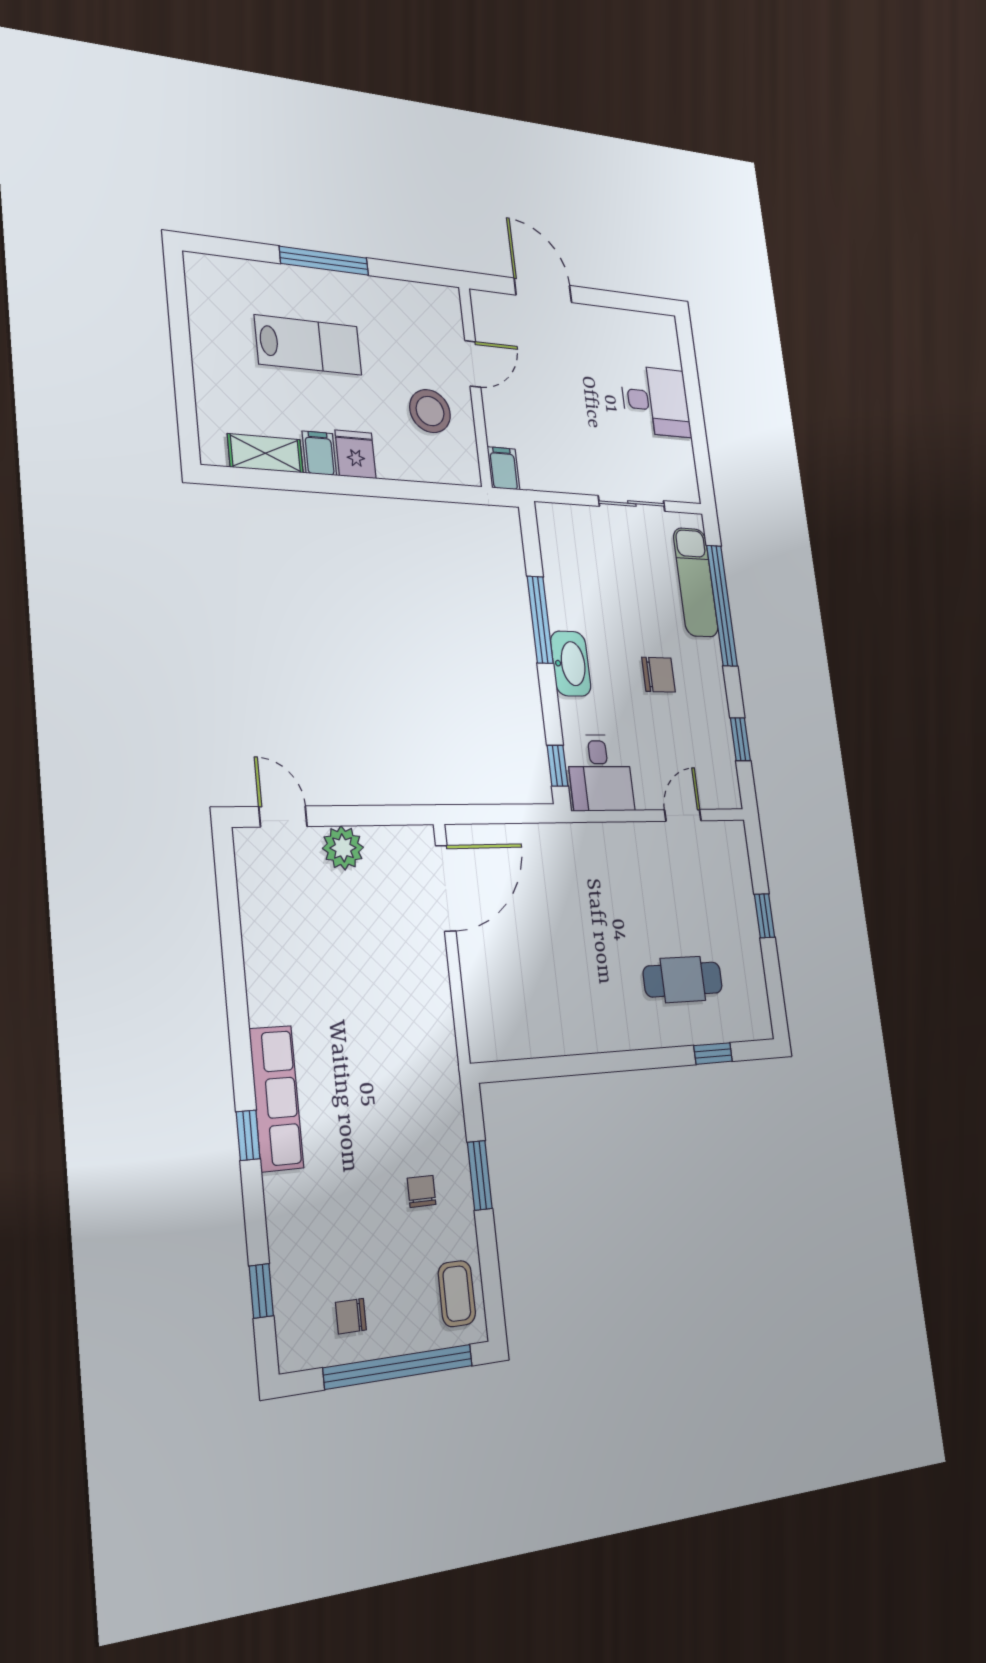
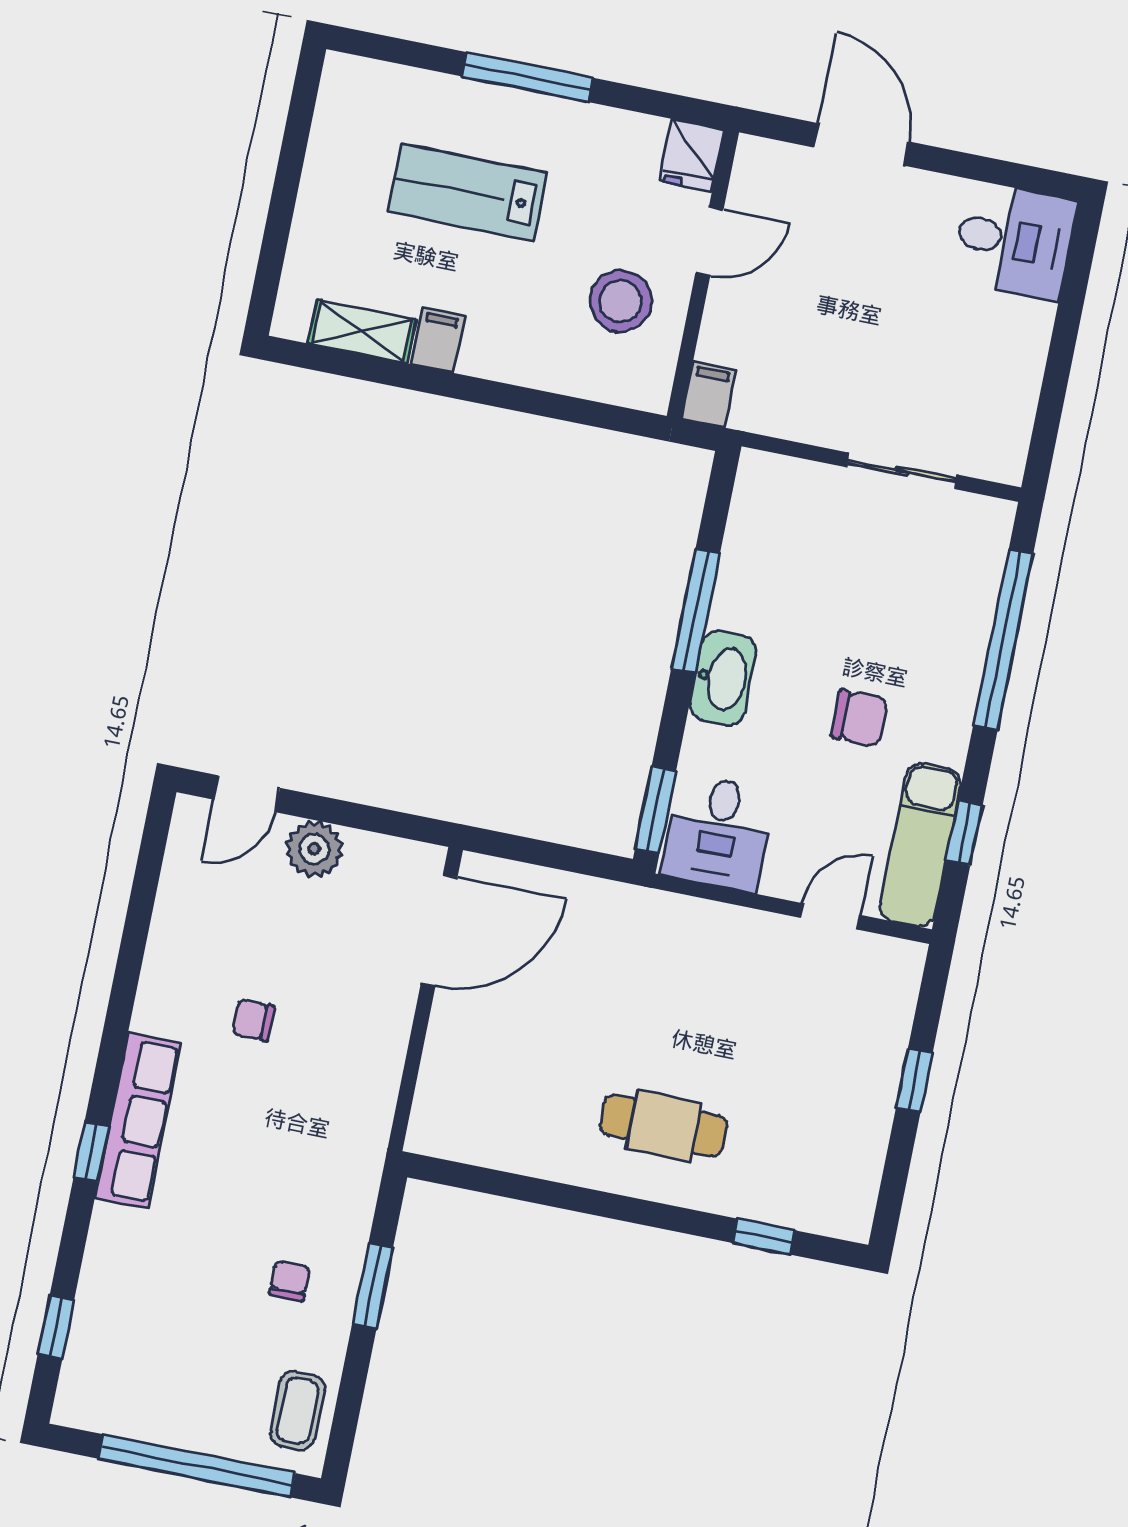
lab bench: (308, 345) -> (467, 192), turned 180
desk: (656, 401) -> (1014, 241), moved
fridge: (356, 454) -> (692, 155), moved, turned 180
exam couch: (696, 582) -> (920, 845), moved
window: (557, 766) -> (655, 810), width x1.50
door: (283, 817) -> (247, 794), swing flipped
cafe table: (683, 979) -> (664, 1125), moved
chair: (351, 1316) -> (253, 1020), moved

